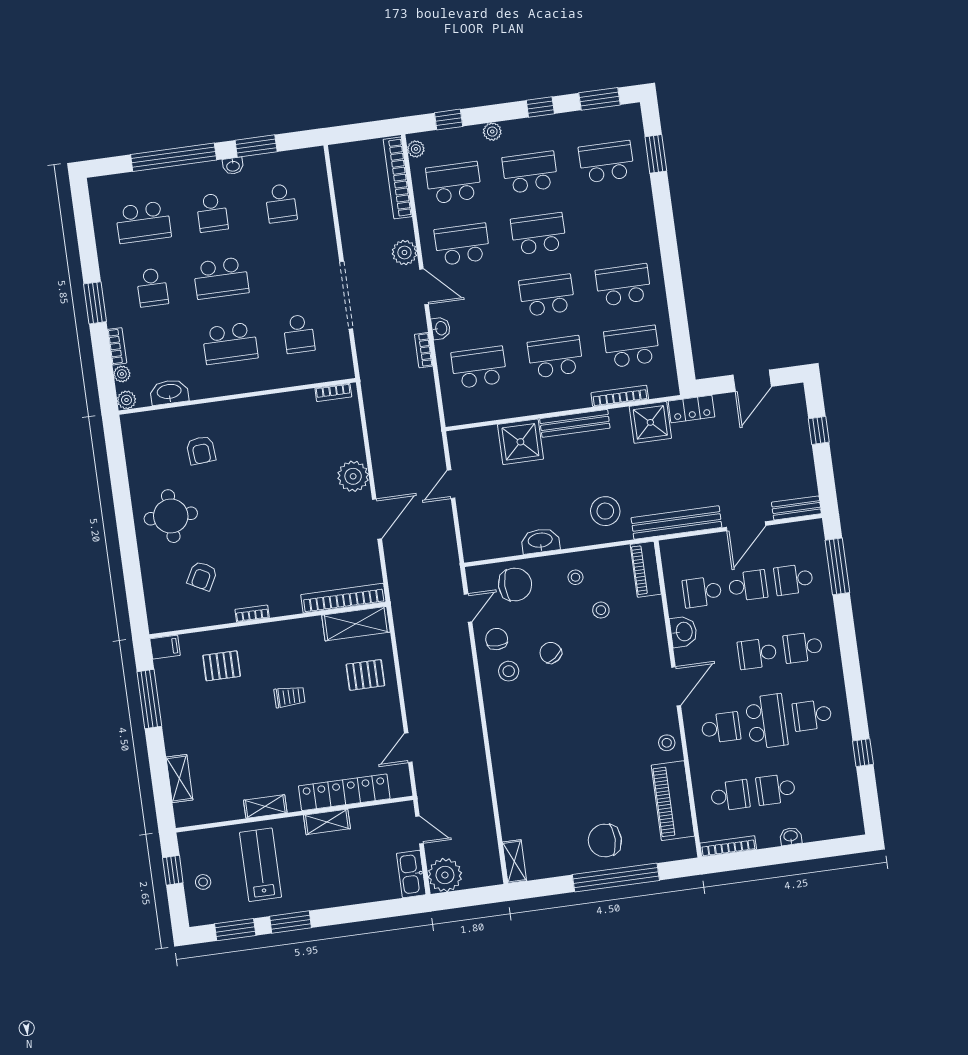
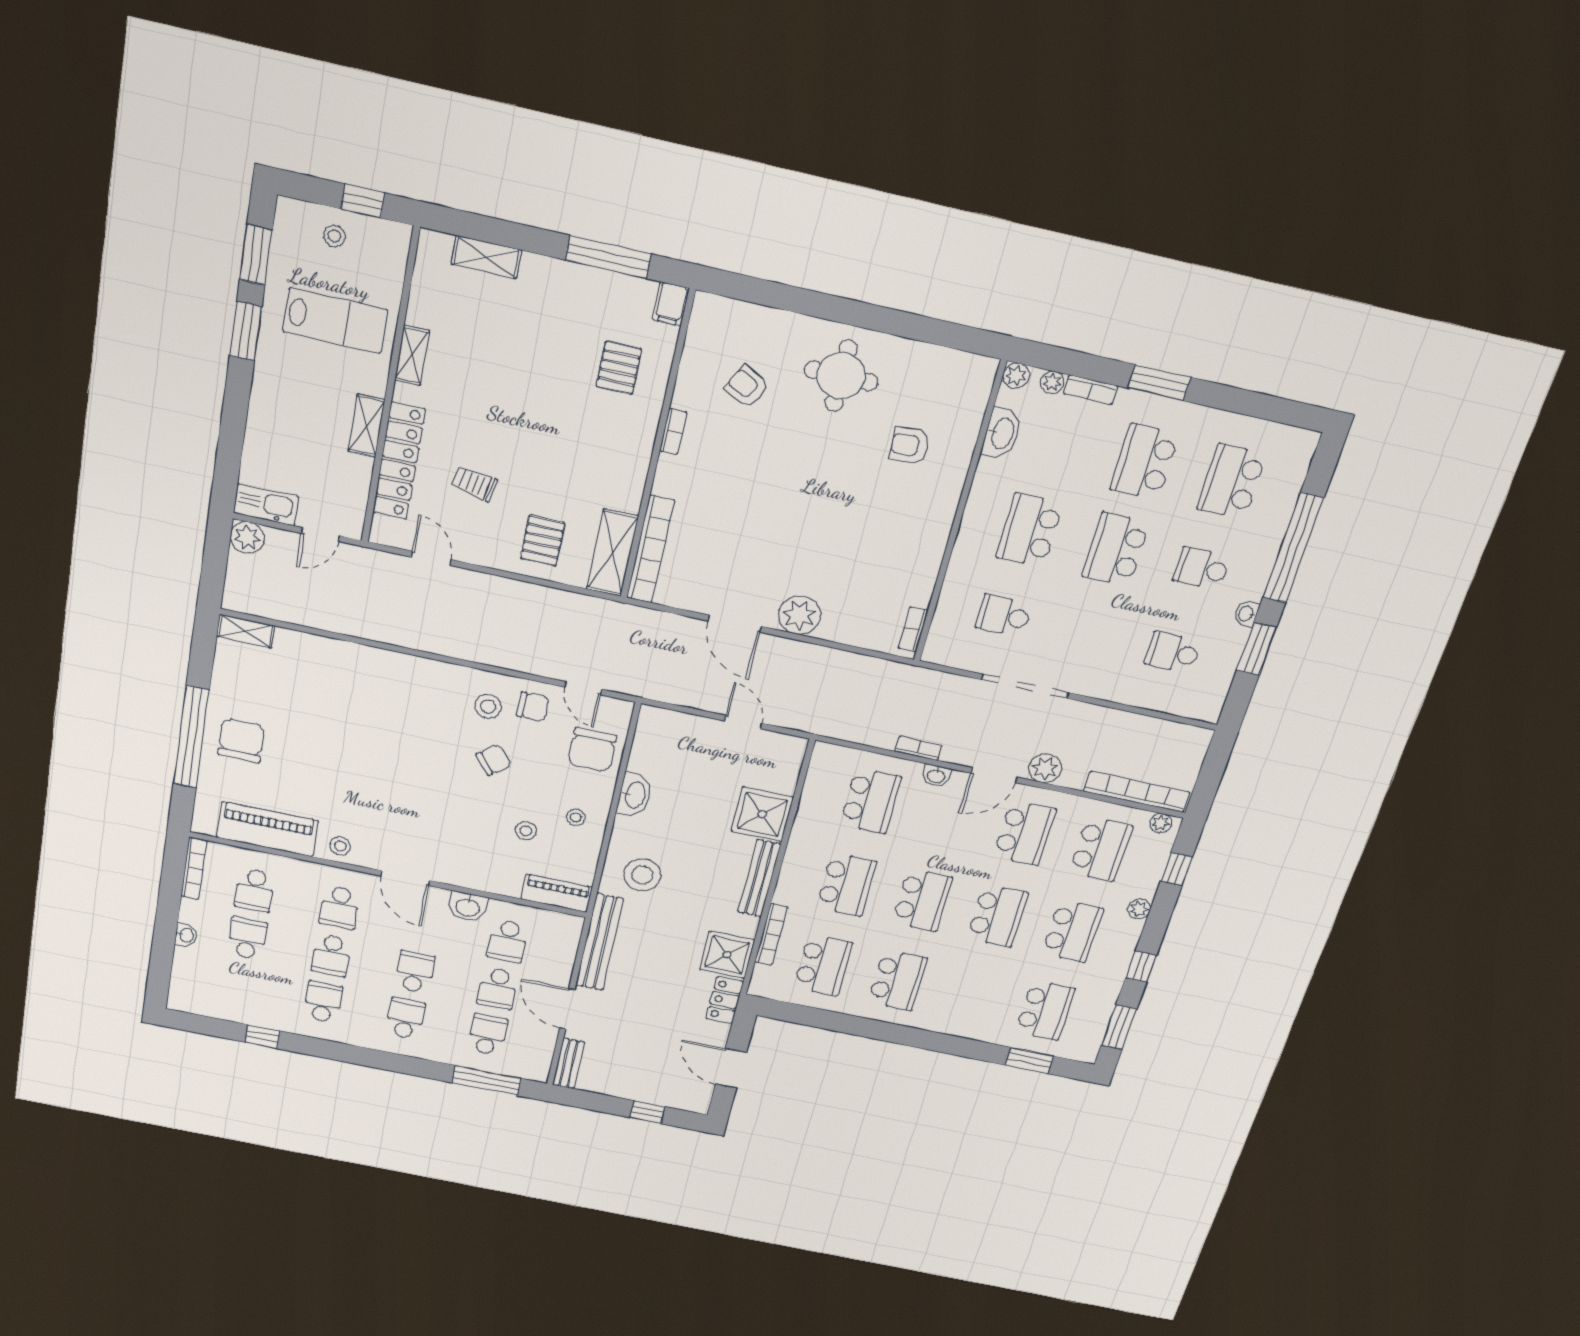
school desk: (152, 287) -> (1145, 462), width x1.85
school desk: (702, 592) -> (508, 941), turned 180
trolley: (290, 697) -> (475, 483), moved, turned 101
school desk: (766, 721) -> (331, 955), width x0.54
plant: (445, 875) -> (247, 537), width x0.73, depth x0.73

